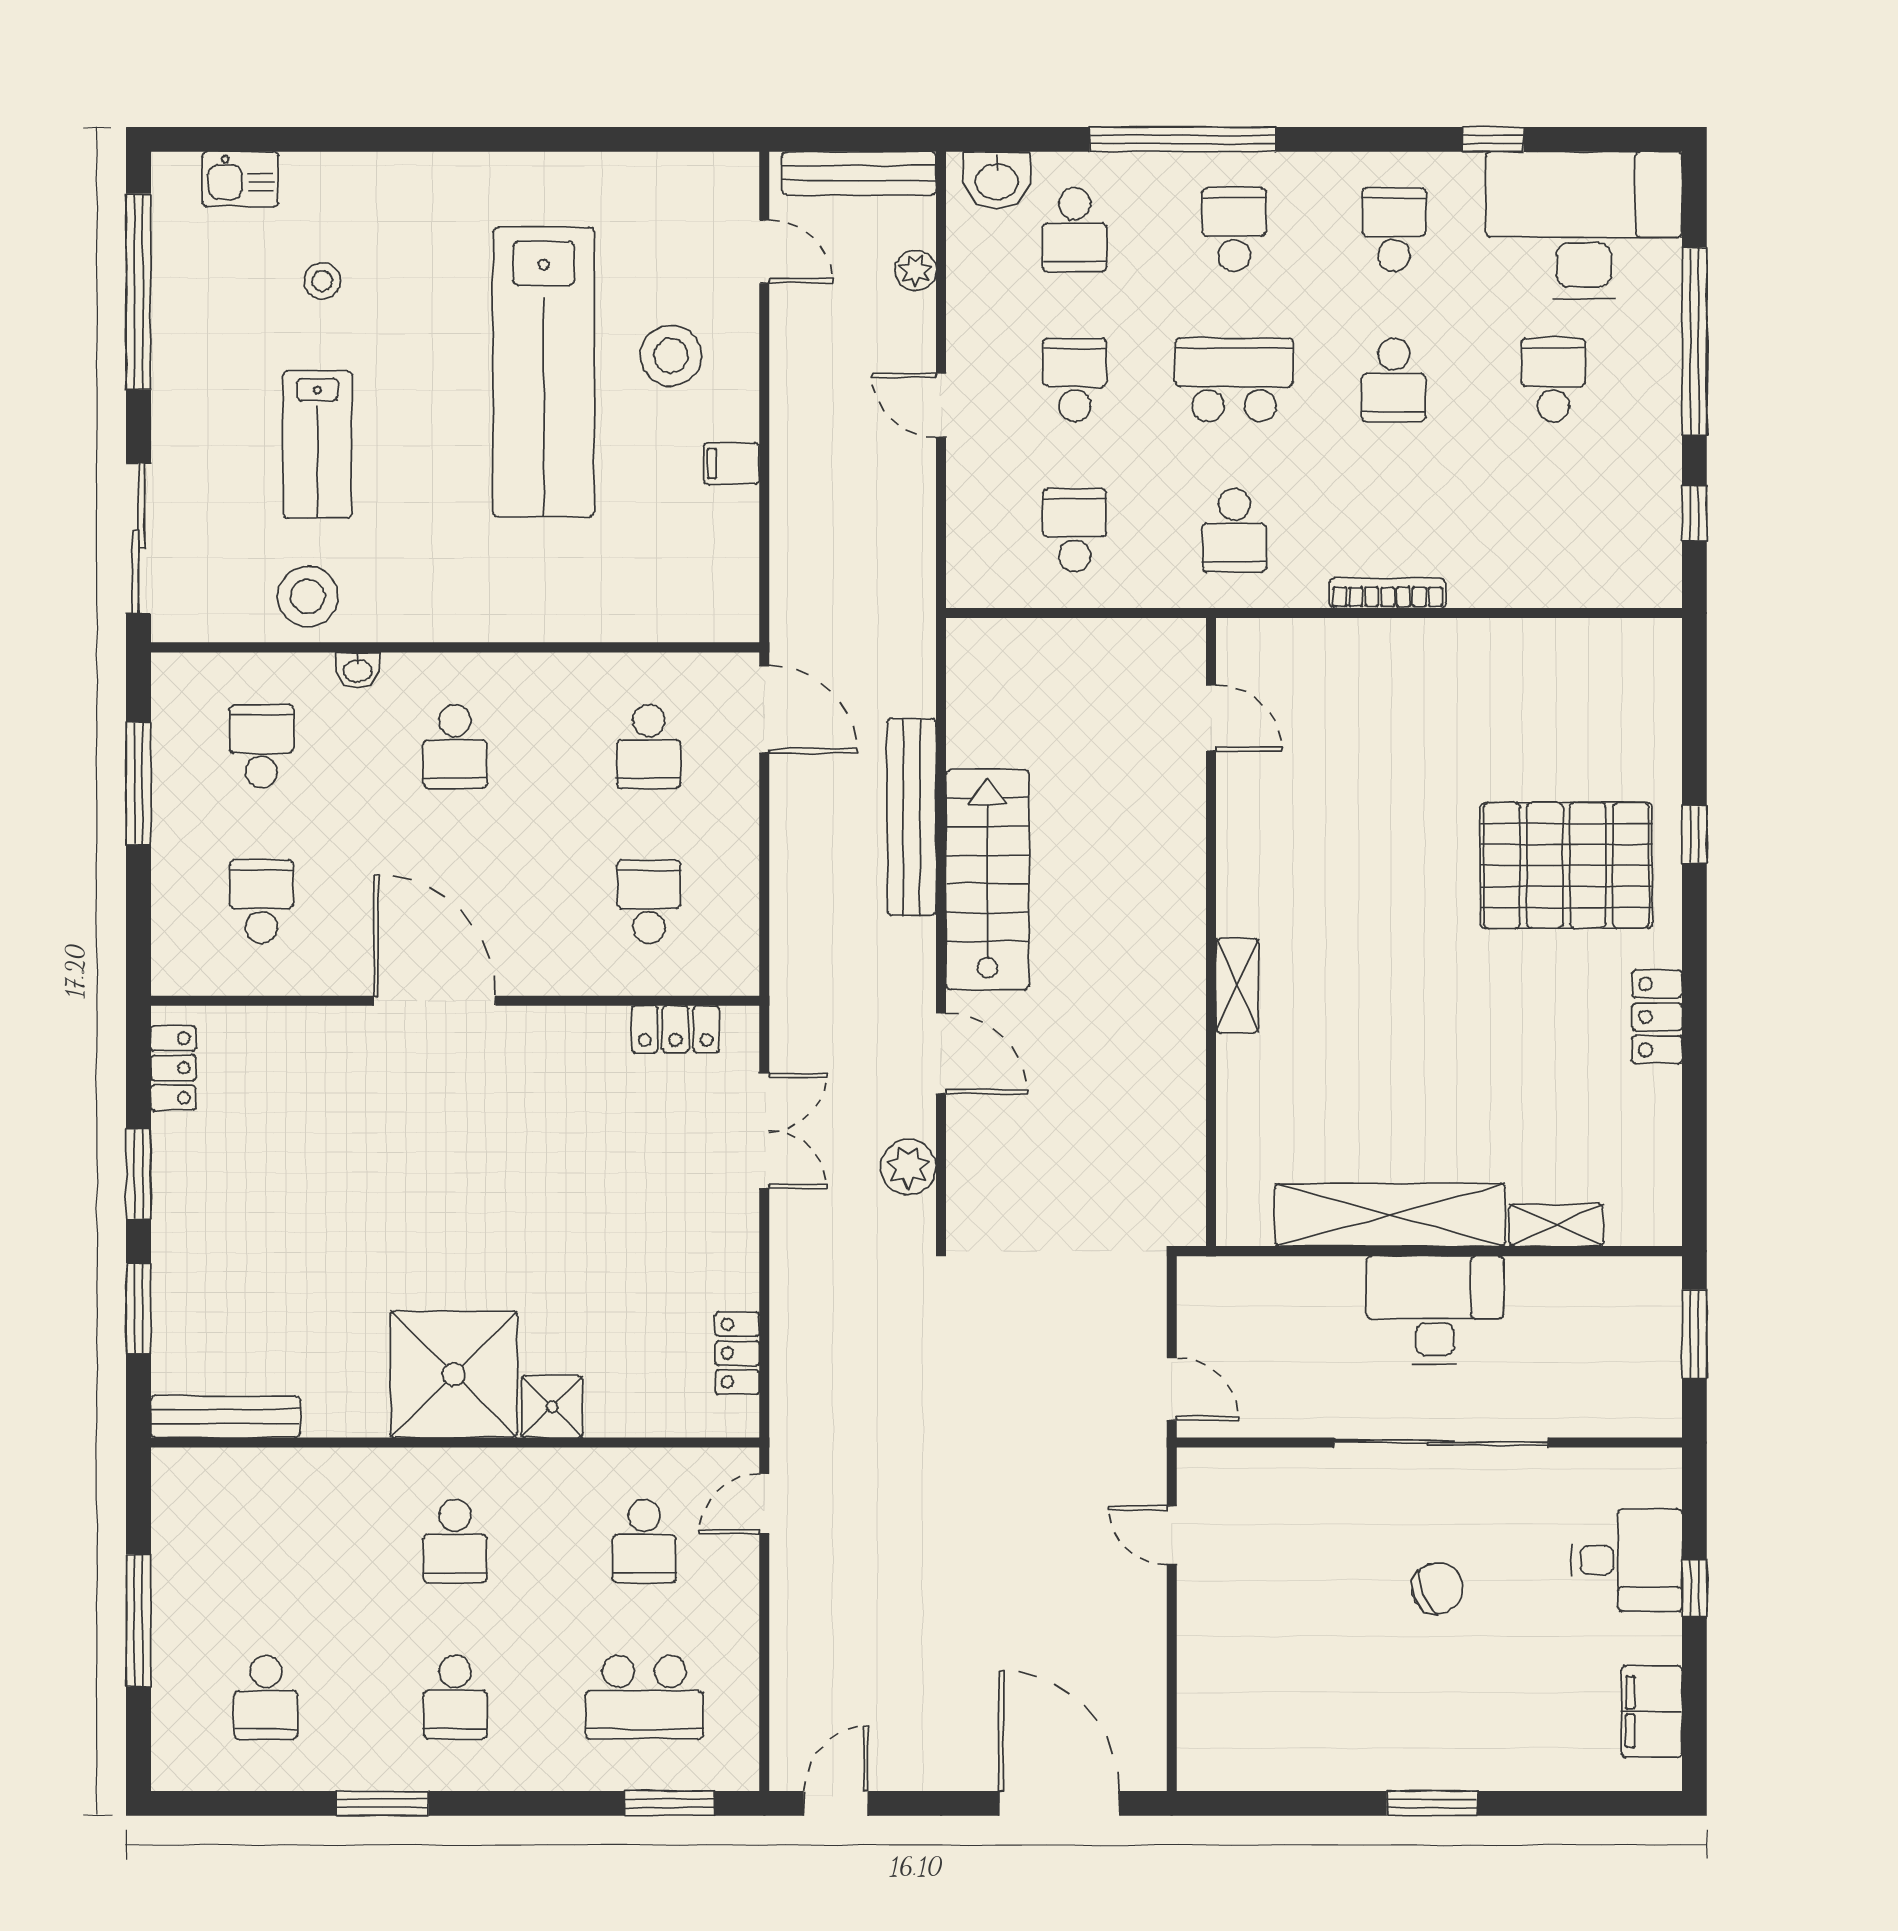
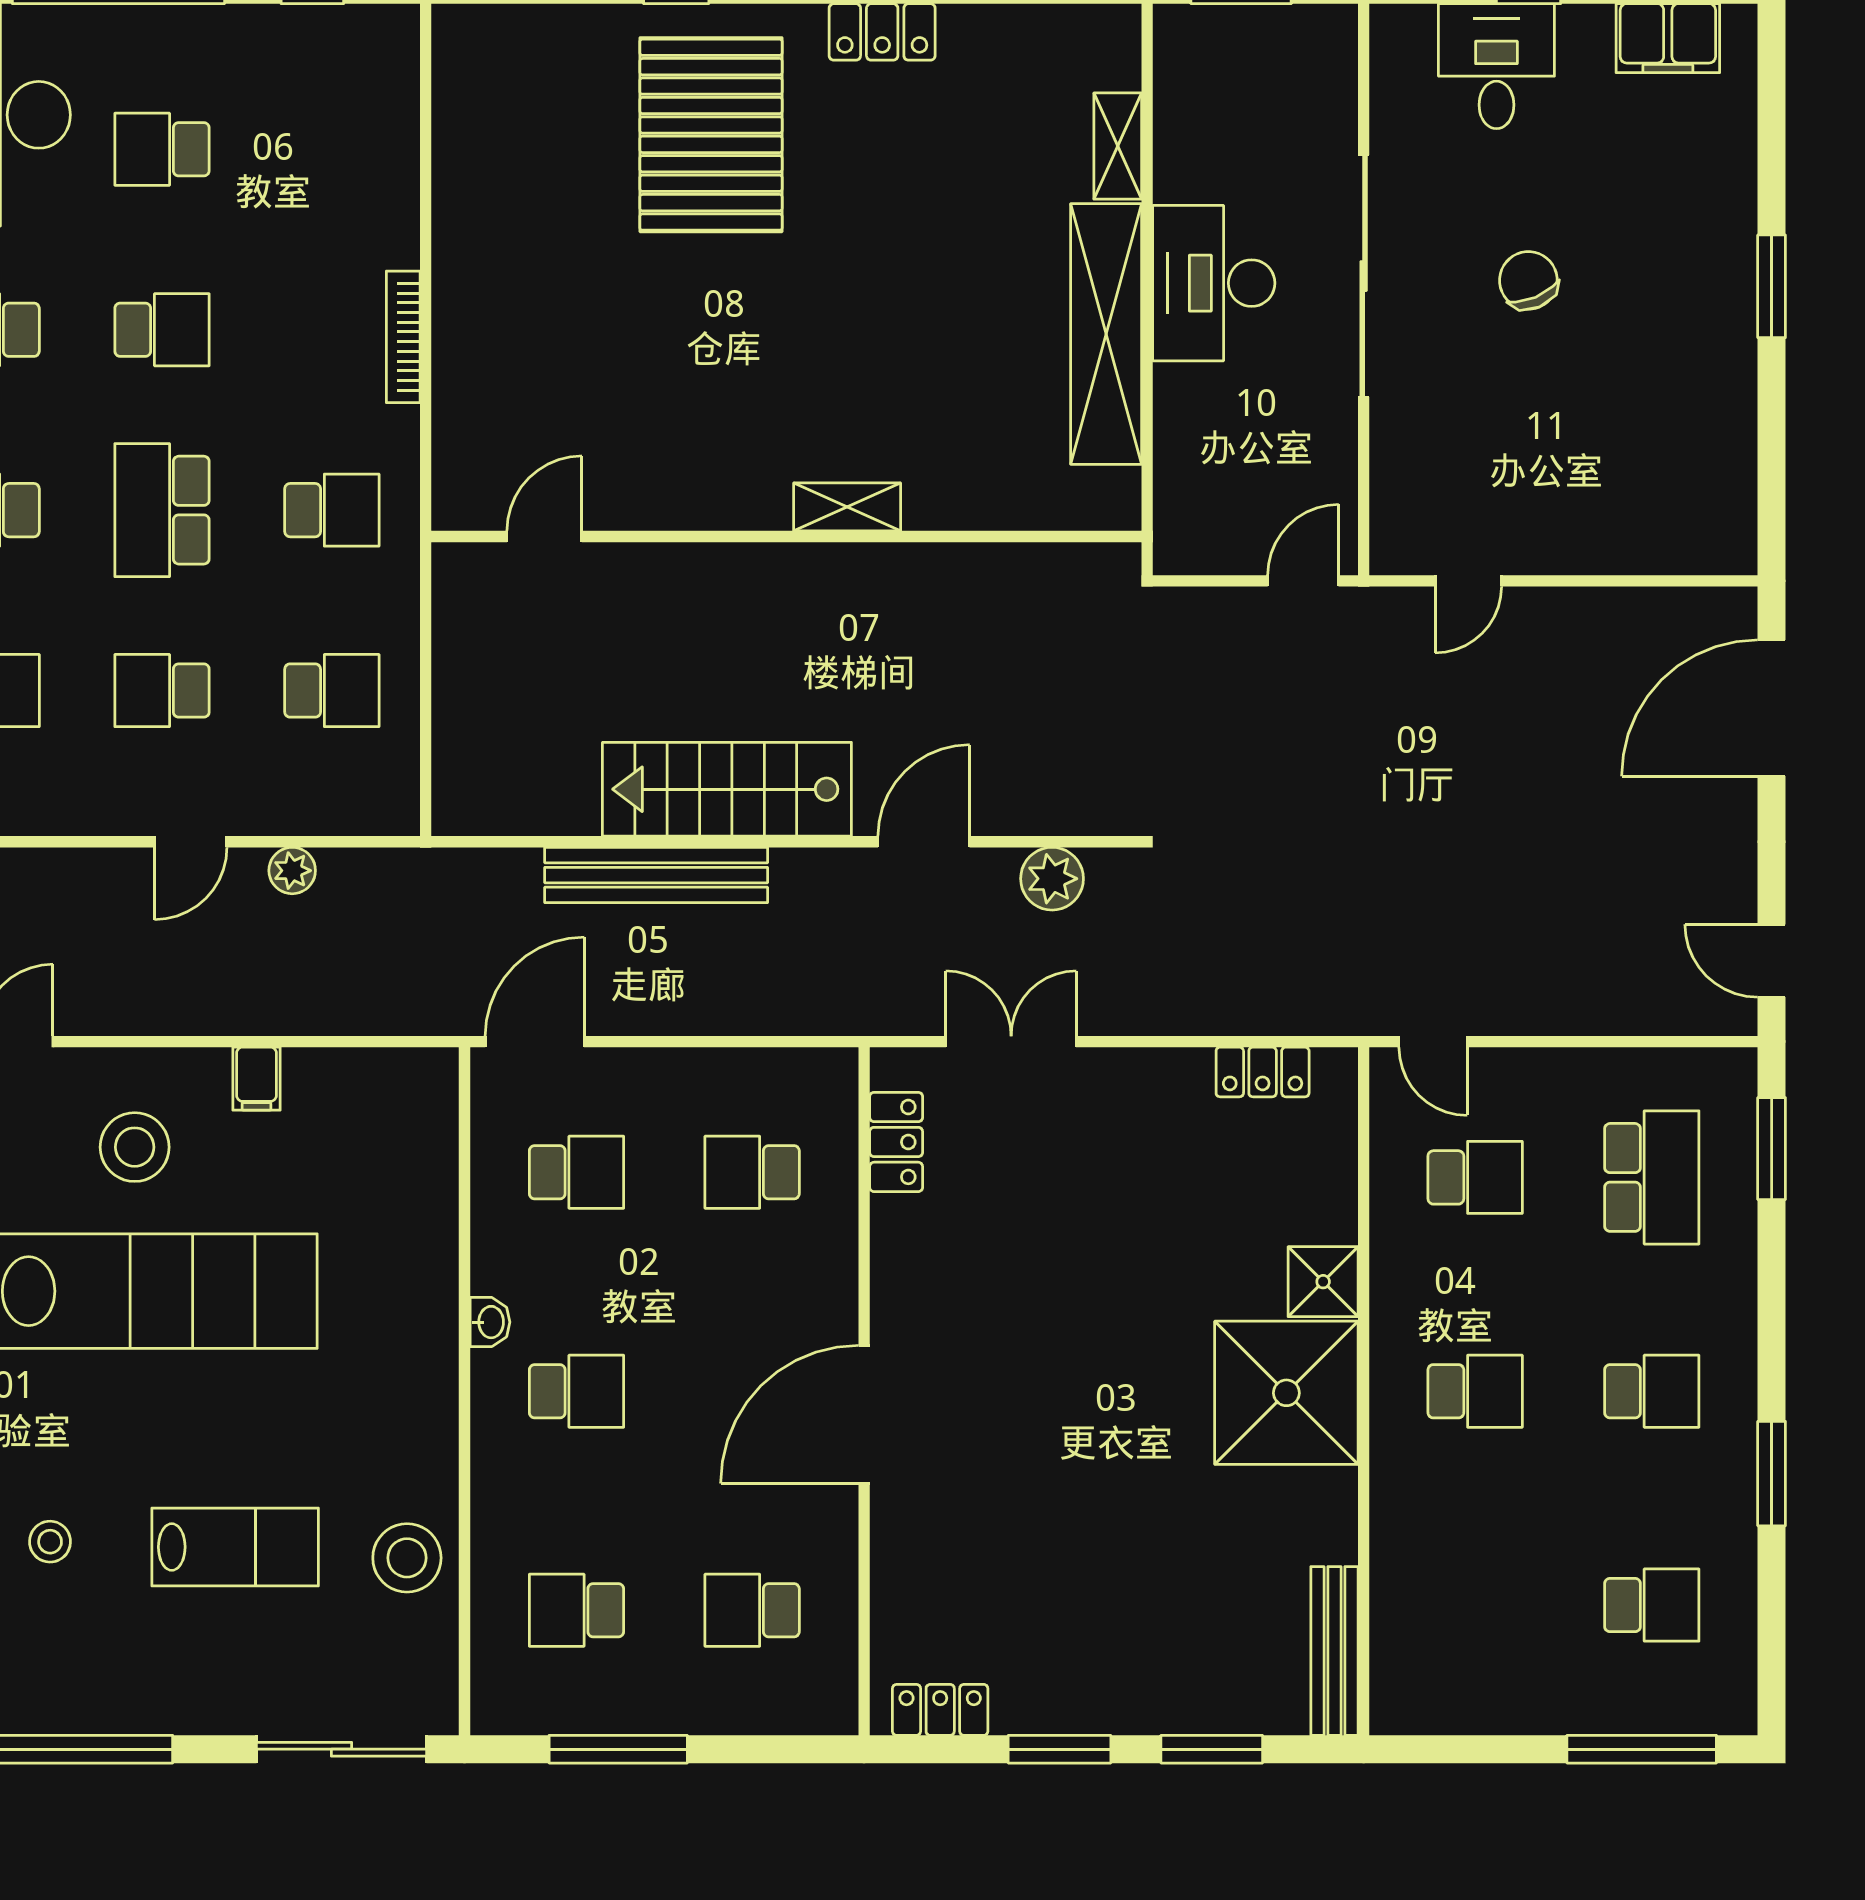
plant: (916, 270) -> (292, 871), moved
school desk: (1075, 530) -> (332, 691), turned 180
washbasin: (358, 670) -> (490, 1322), moved
window: (139, 1620) -> (1642, 1749), moved

